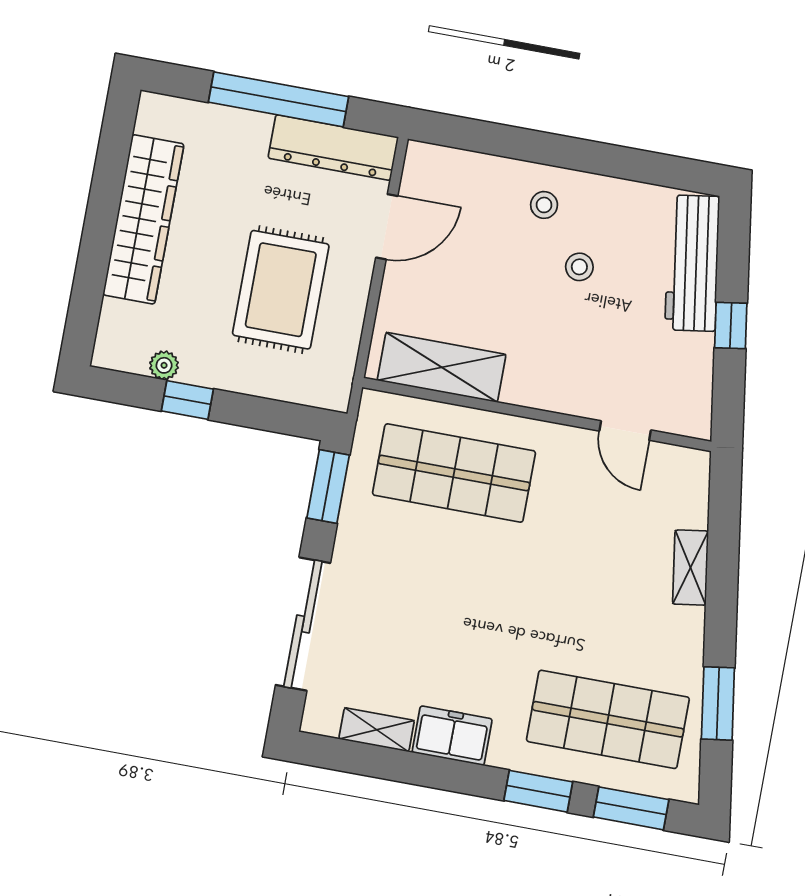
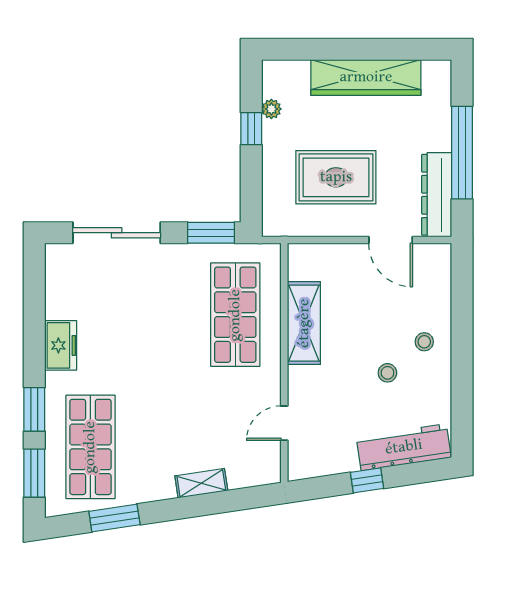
shelving: (442, 367) -> (304, 323), moved
shelving: (377, 730) -> (55, 295), removed

